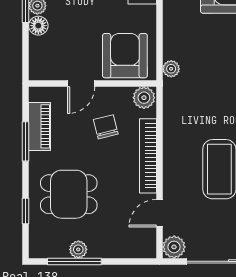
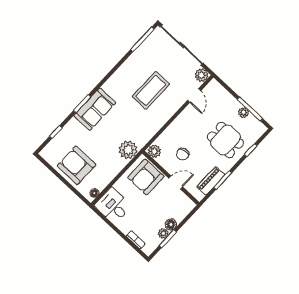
plant: (171, 69) -> (128, 150), width x1.87, depth x1.87
bookcase: (148, 156) -> (176, 125), removed
door: (160, 213) -> (194, 95), hinge flipped

